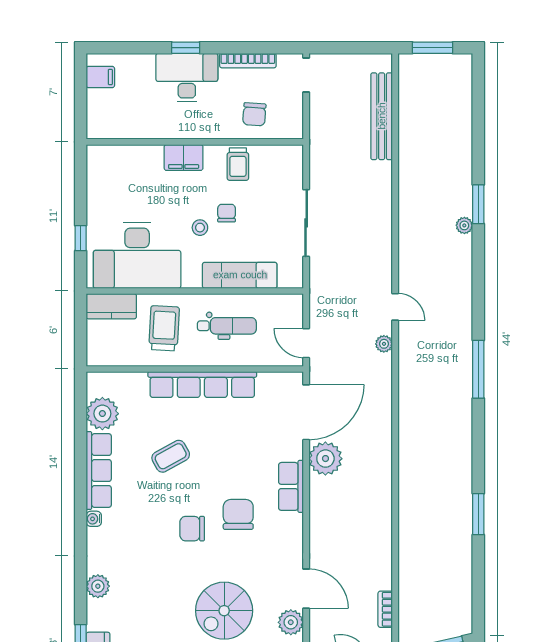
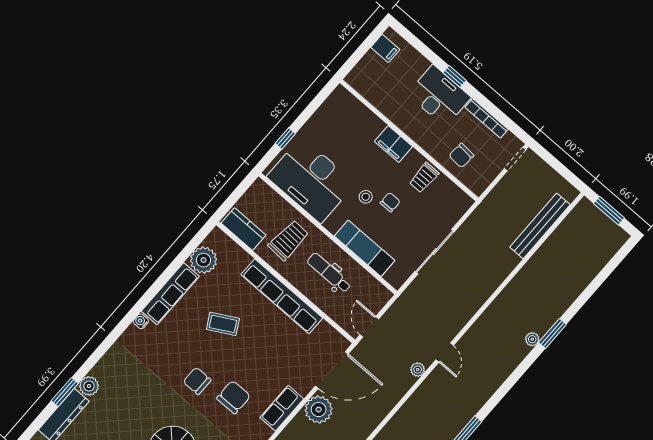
kitchen counter: (111, 306) -> (243, 229), moved, turned 180
dental chair: (227, 326) -> (329, 273), turned 180
plant: (98, 586) -> (89, 386), moved

